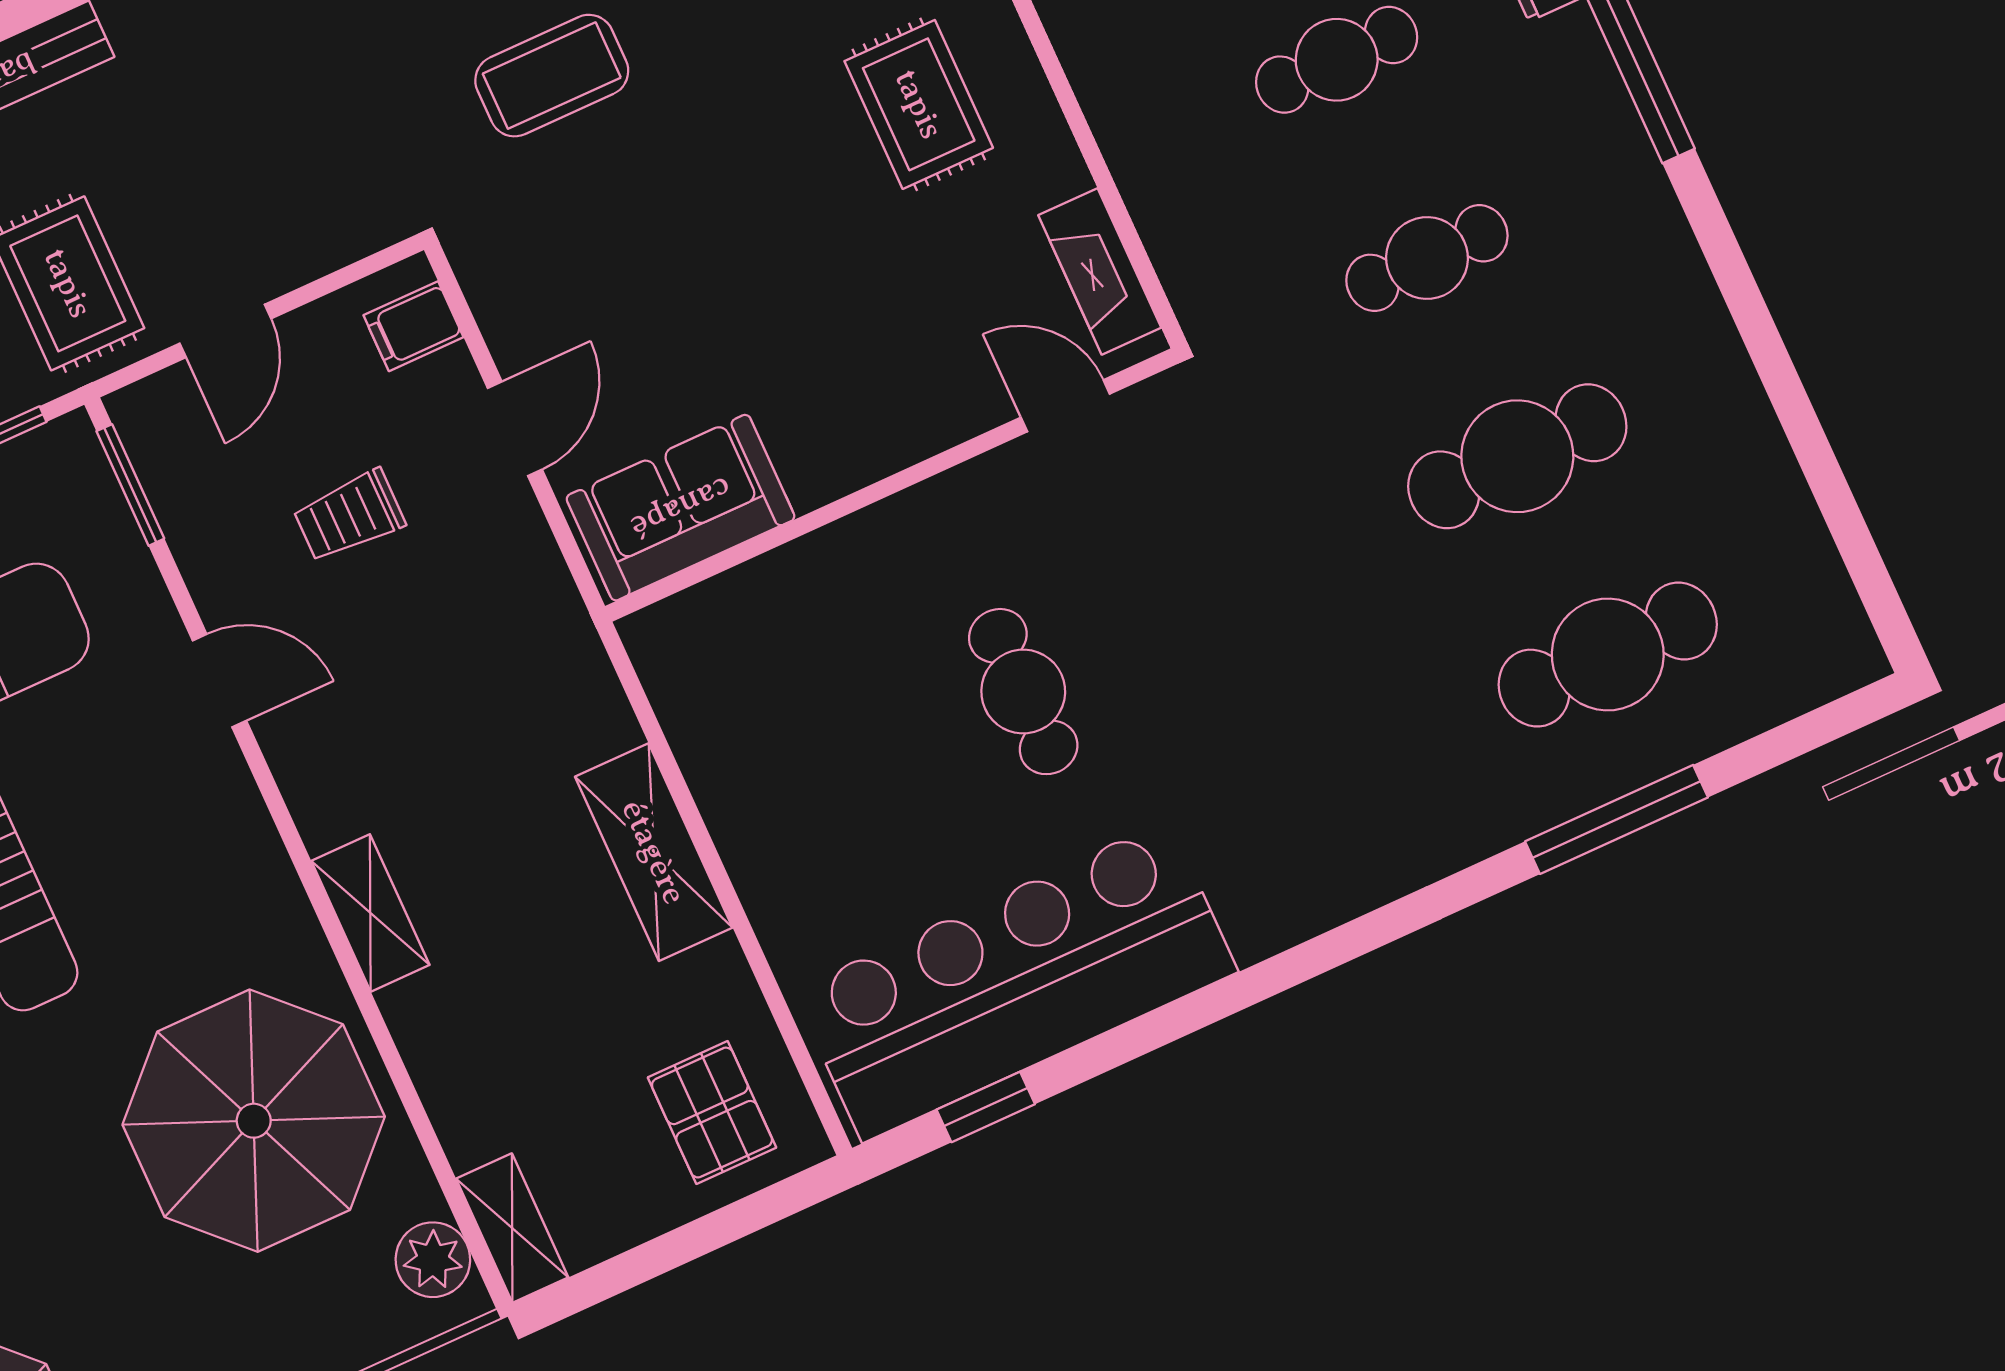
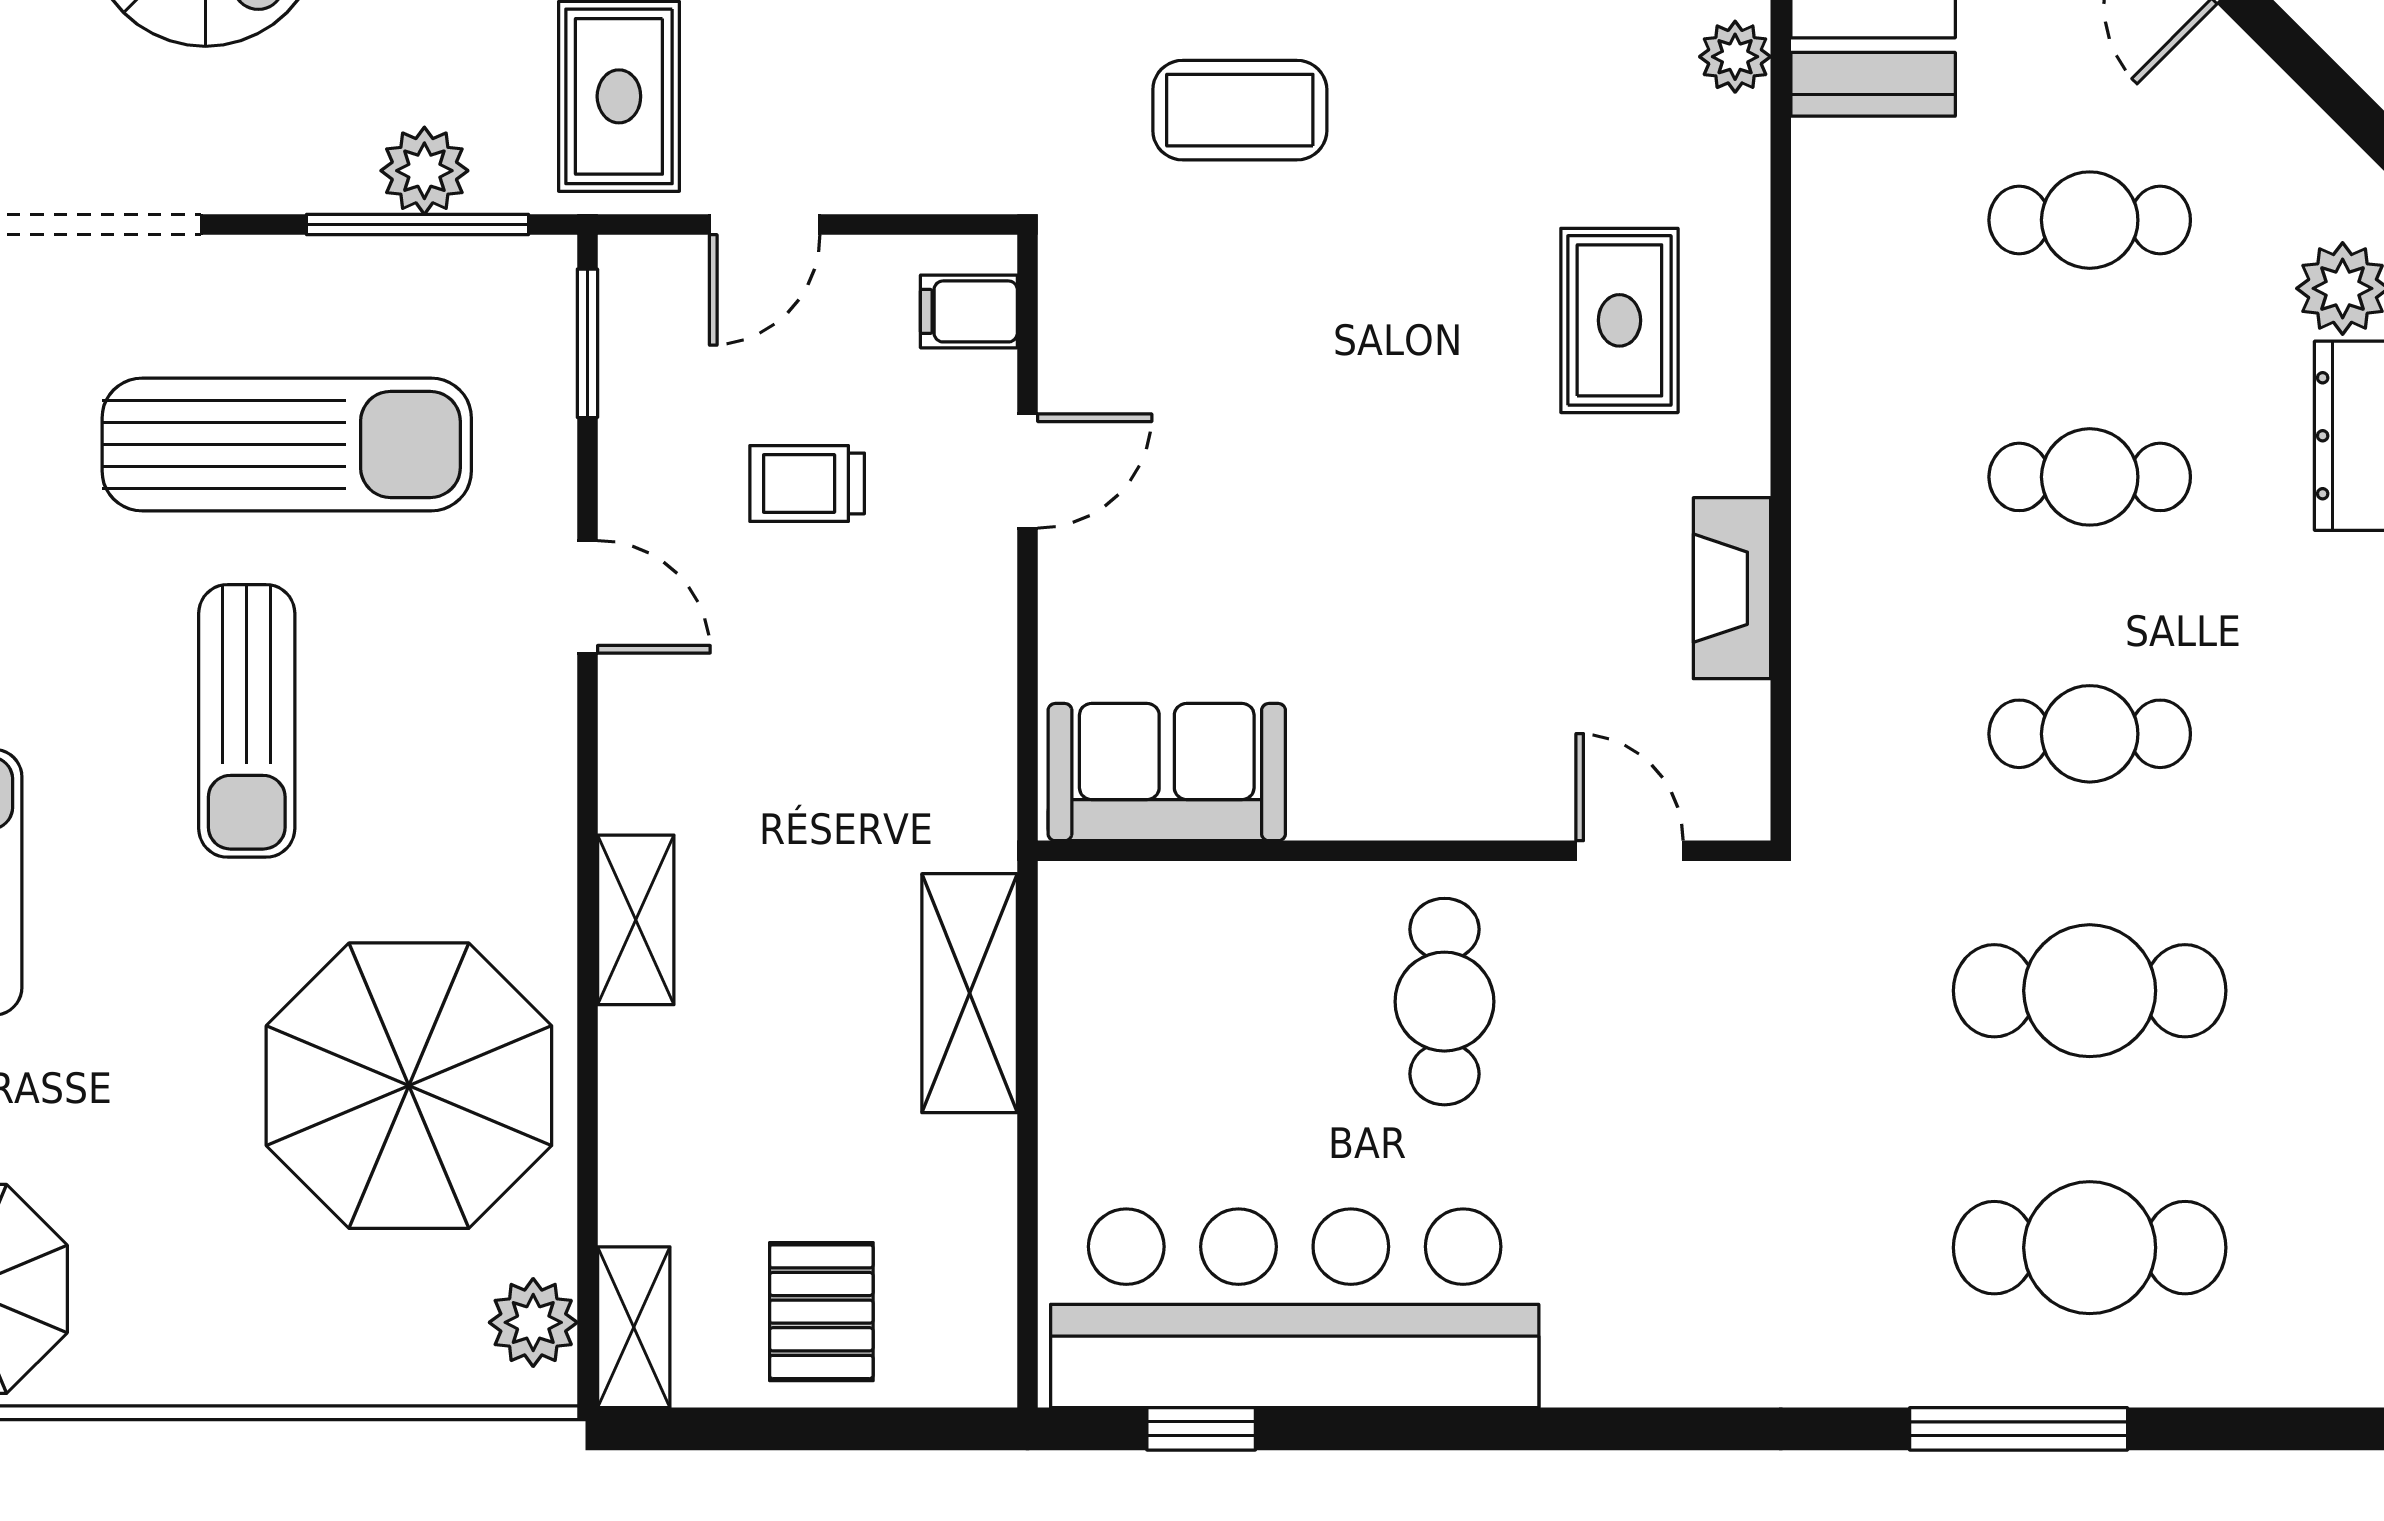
door: (1065, 406) -> (1629, 851), moved
wall: (891, 485) -> (1404, 851), moved
sofa: (681, 508) -> (1167, 772), moved
pallet: (712, 1113) -> (821, 1312), moved

